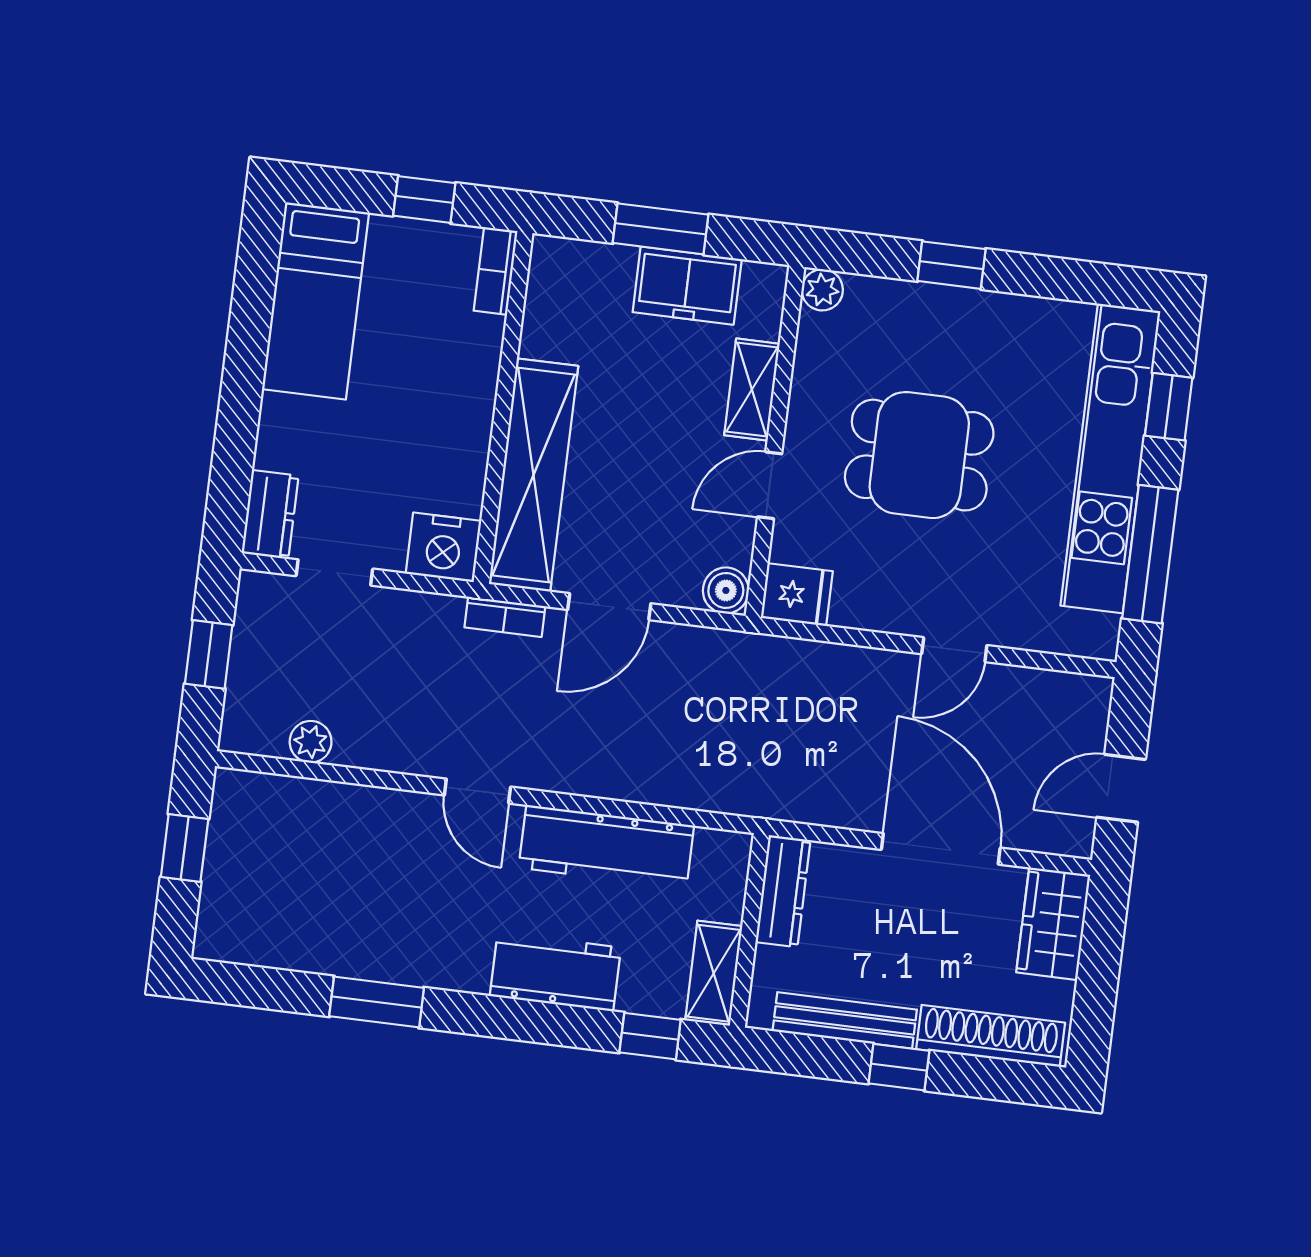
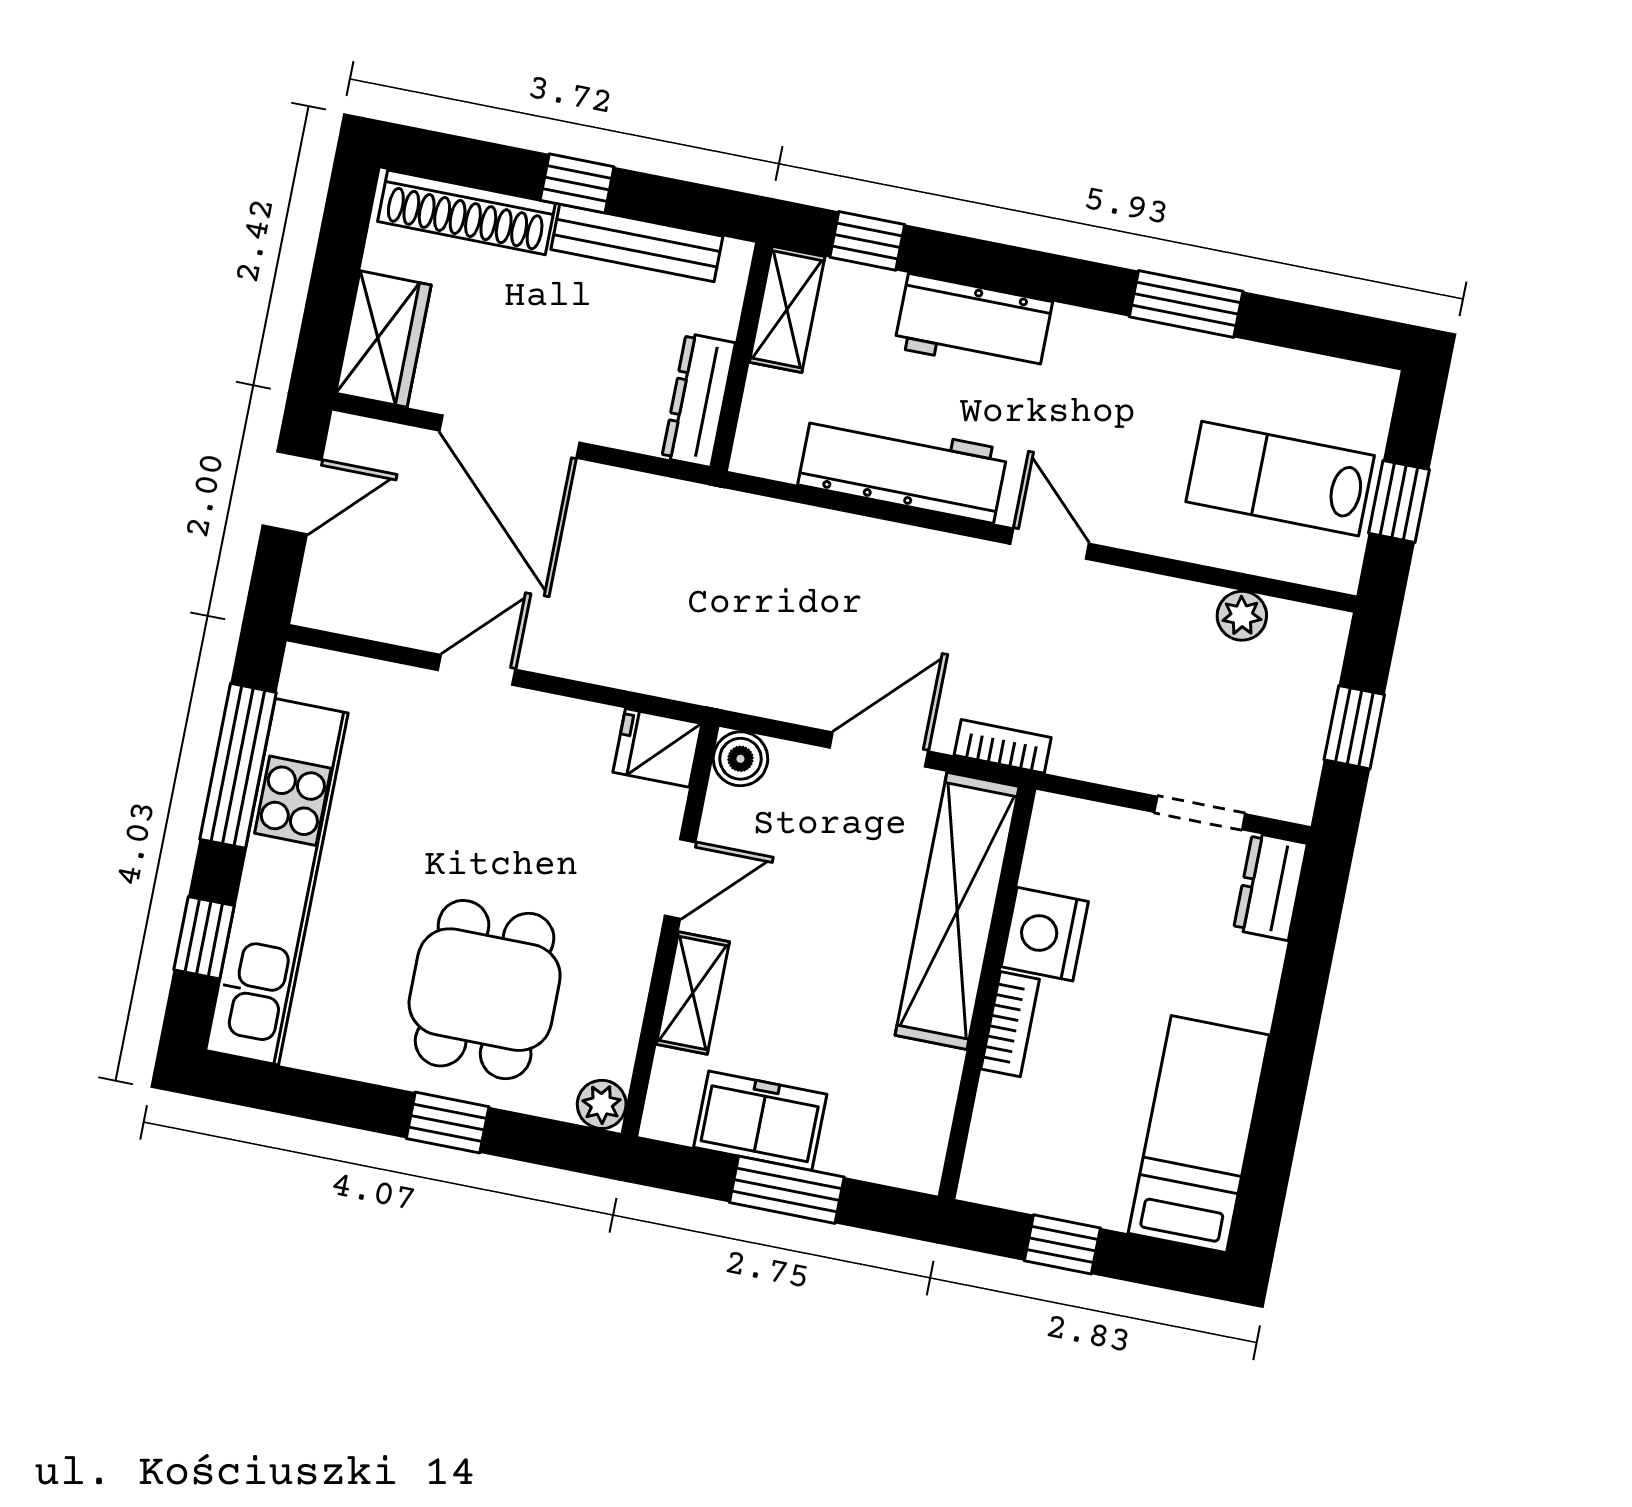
bookcase: (496, 271) -> (1010, 1024), moved
dining table: (919, 455) -> (485, 990), moved, turned 90
nightstand: (443, 547) -> (1045, 934), moved, turned -90
lab bench: (286, 860) -> (1280, 479), added

